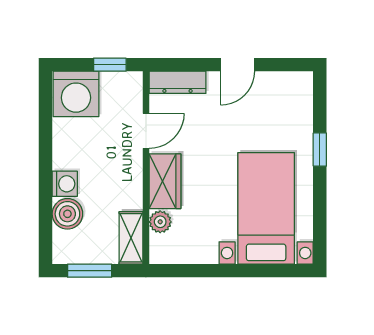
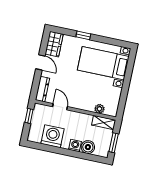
washing machine: (76, 94) -> (52, 136), moved, turned -90
wardrobe: (165, 181) -> (54, 44), moved, turned 90

